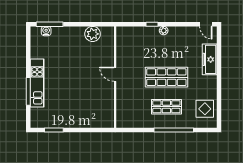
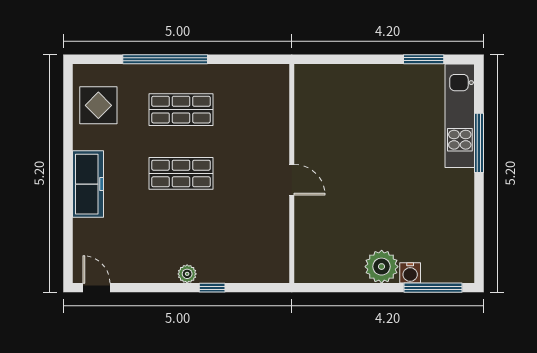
water cooler: (46, 31) -> (410, 273), moved
plant: (93, 34) -> (382, 267), moved
freezer: (210, 59) -> (88, 184), moved
shop shelf: (166, 77) -> (181, 173), width x0.70, depth x0.74
kitchen unit: (37, 83) -> (460, 116), moved

